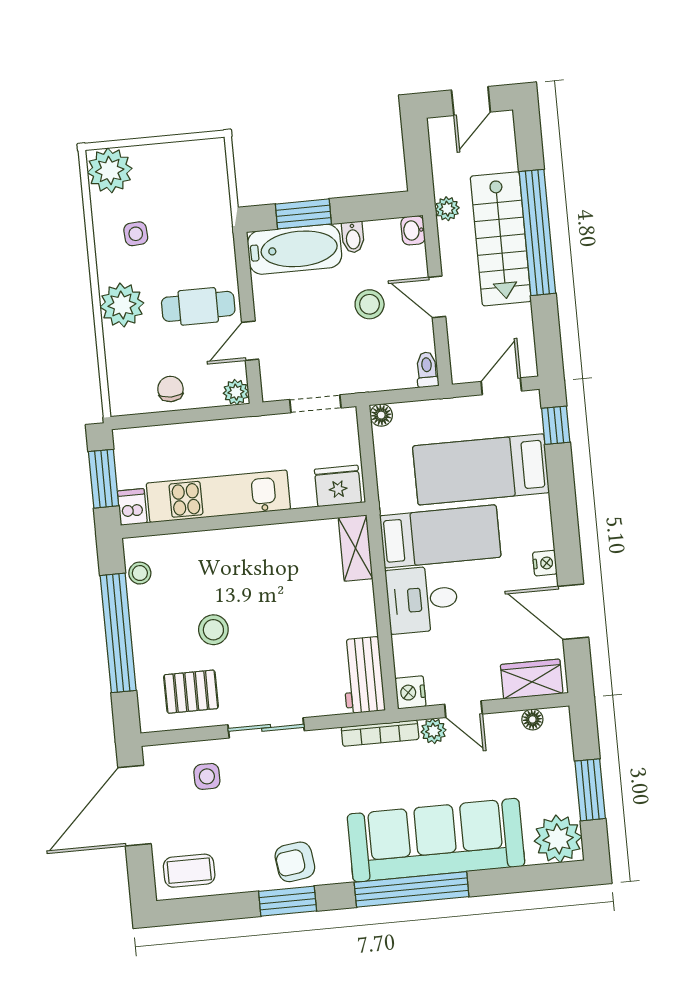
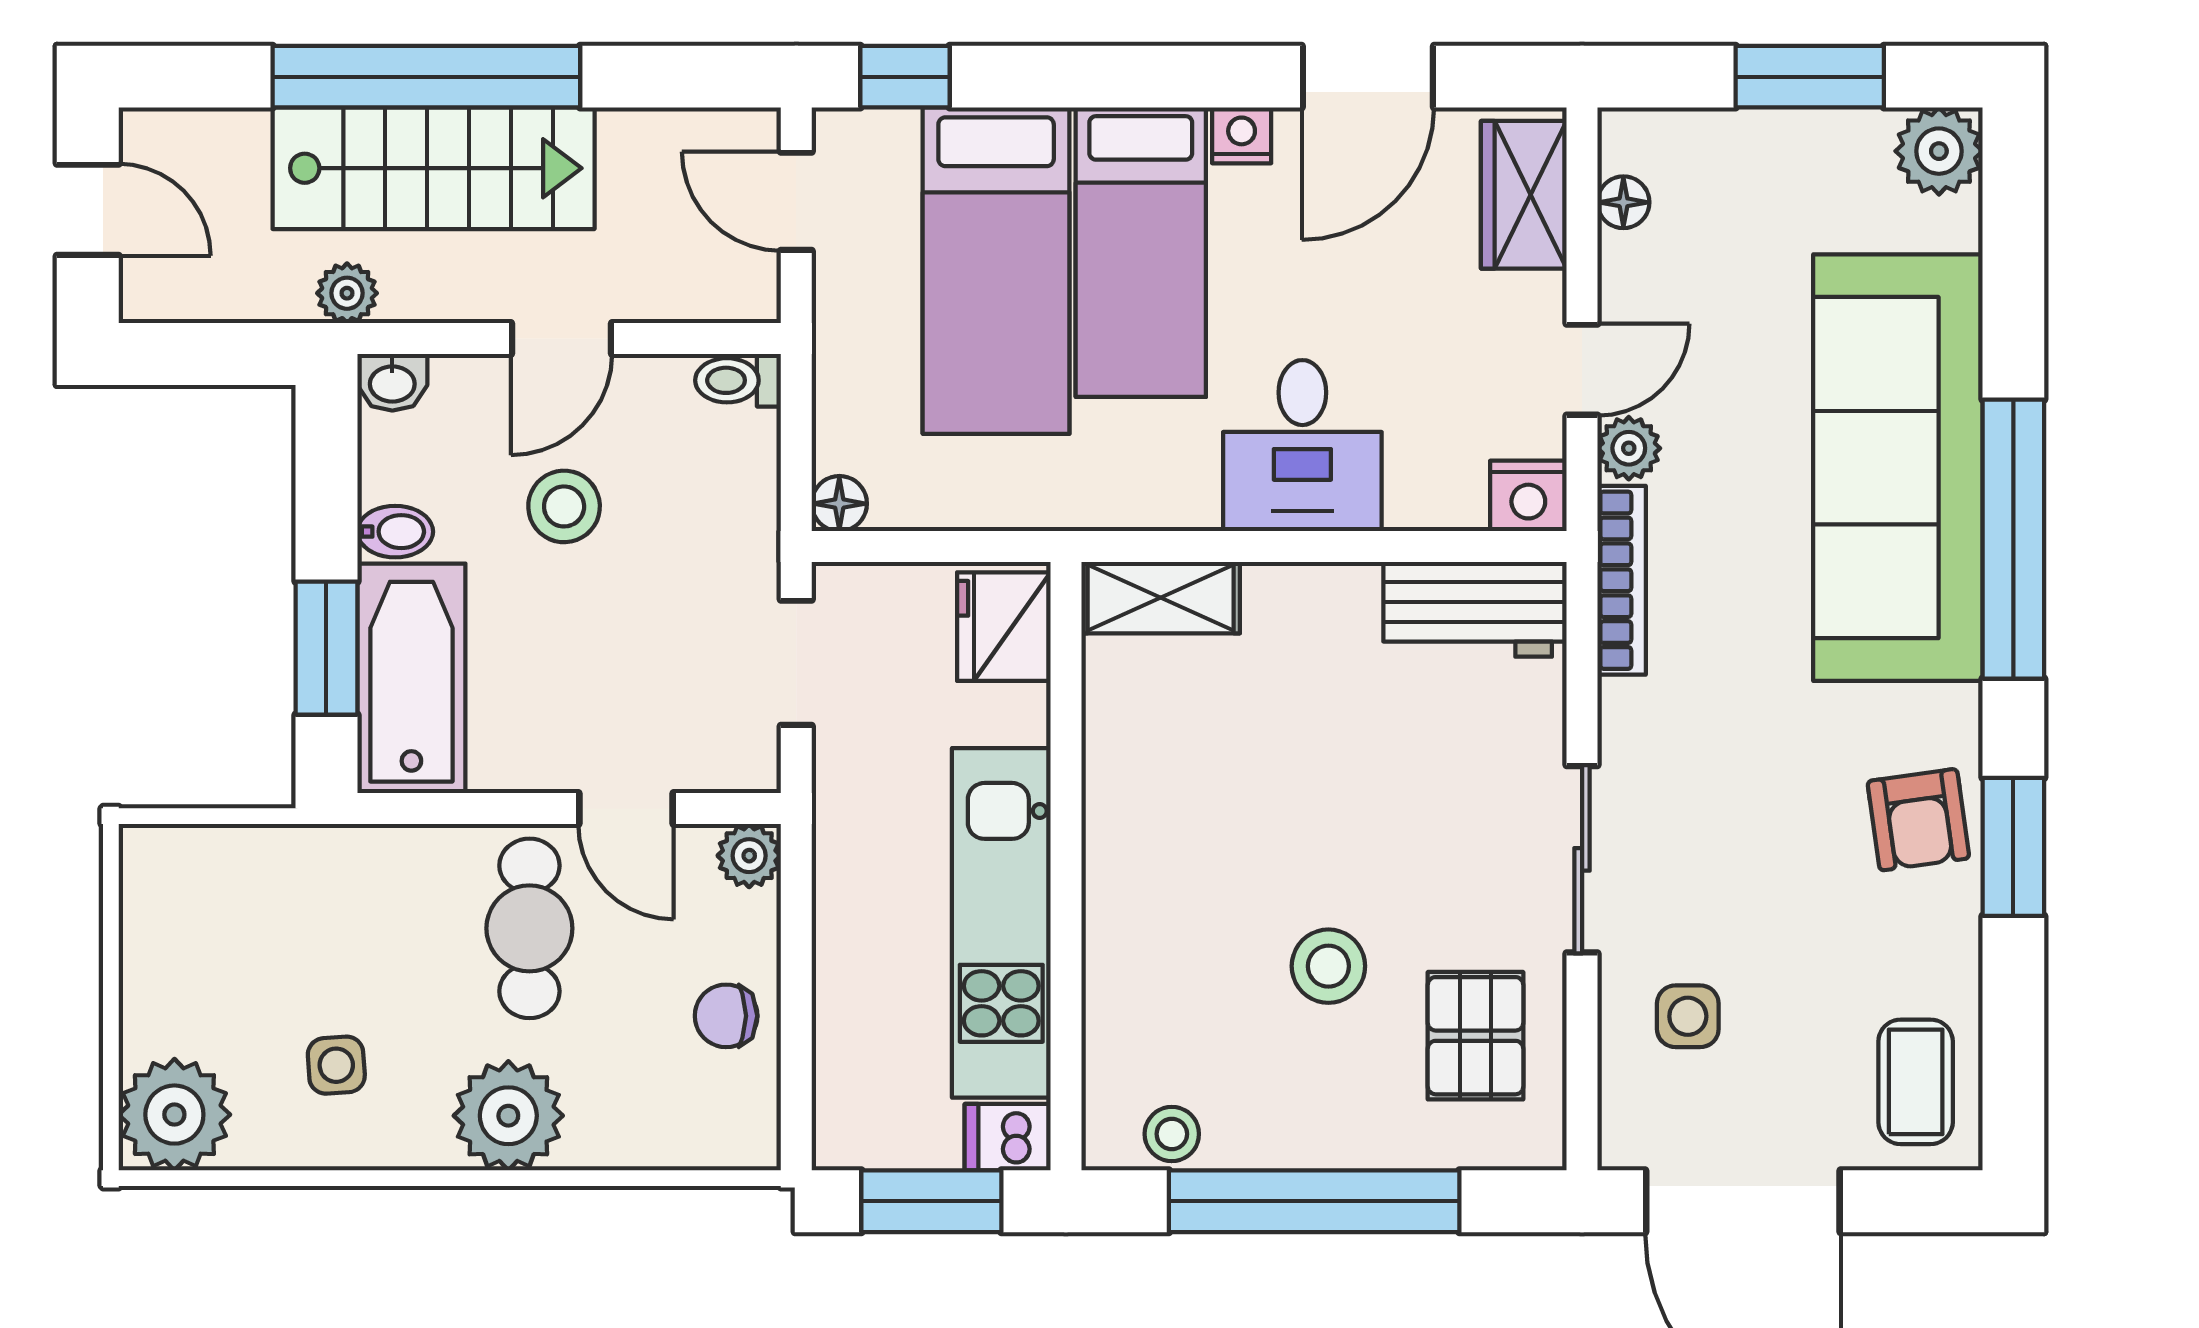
bed: (440, 536) -> (1141, 252), moved, turned 180
plant: (558, 839) -> (1939, 151), width x0.73, depth x0.73

